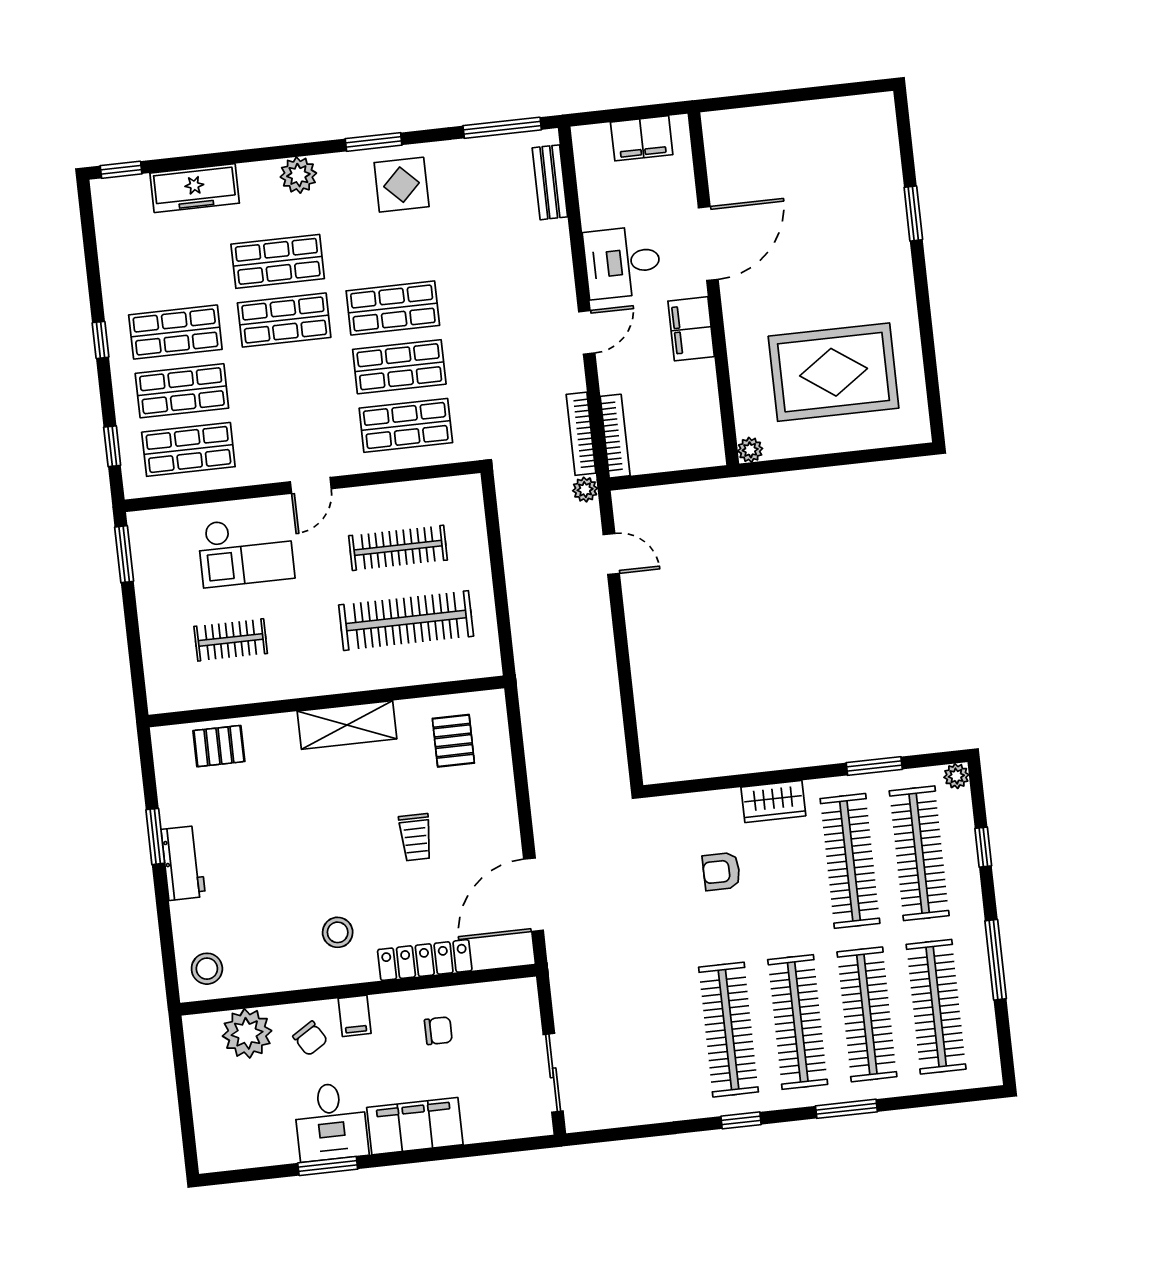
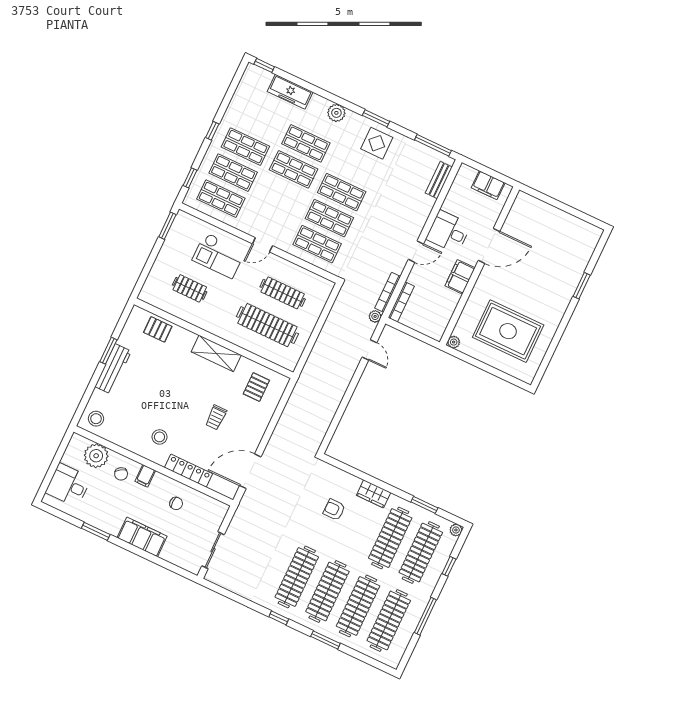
workbench: (183, 863) -> (113, 369), width x1.38
desk: (331, 1122) -> (68, 485), moved, turned 90

